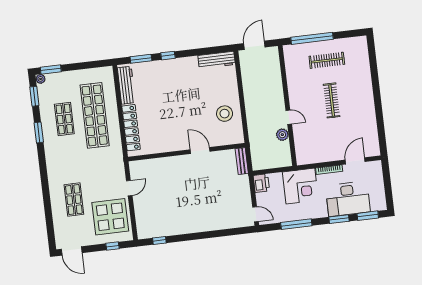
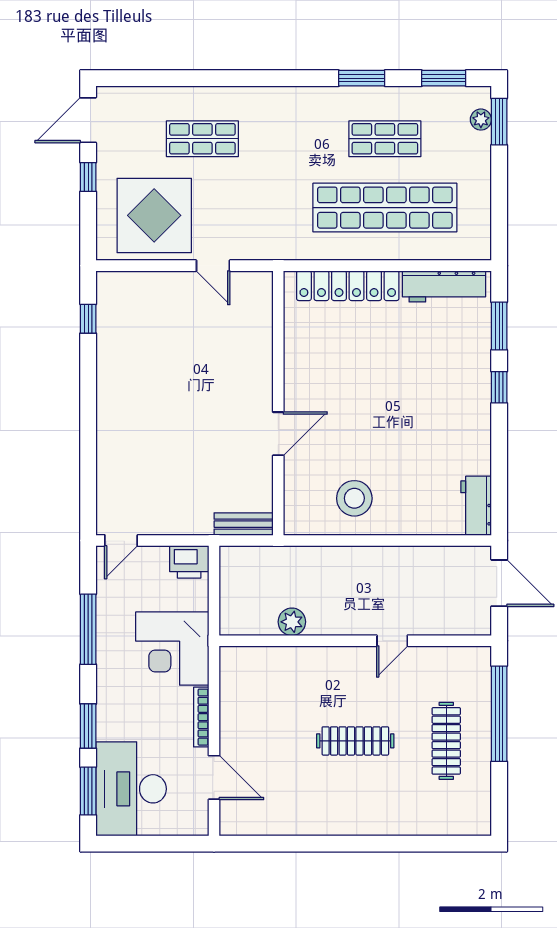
workbench: (217, 60) -> (476, 506), width x0.73
plant: (41, 79) -> (481, 120), moved
door: (289, 117) -> (392, 641), moved
desk: (348, 199) -> (131, 789), moved
window: (112, 246) -> (88, 177), moved

